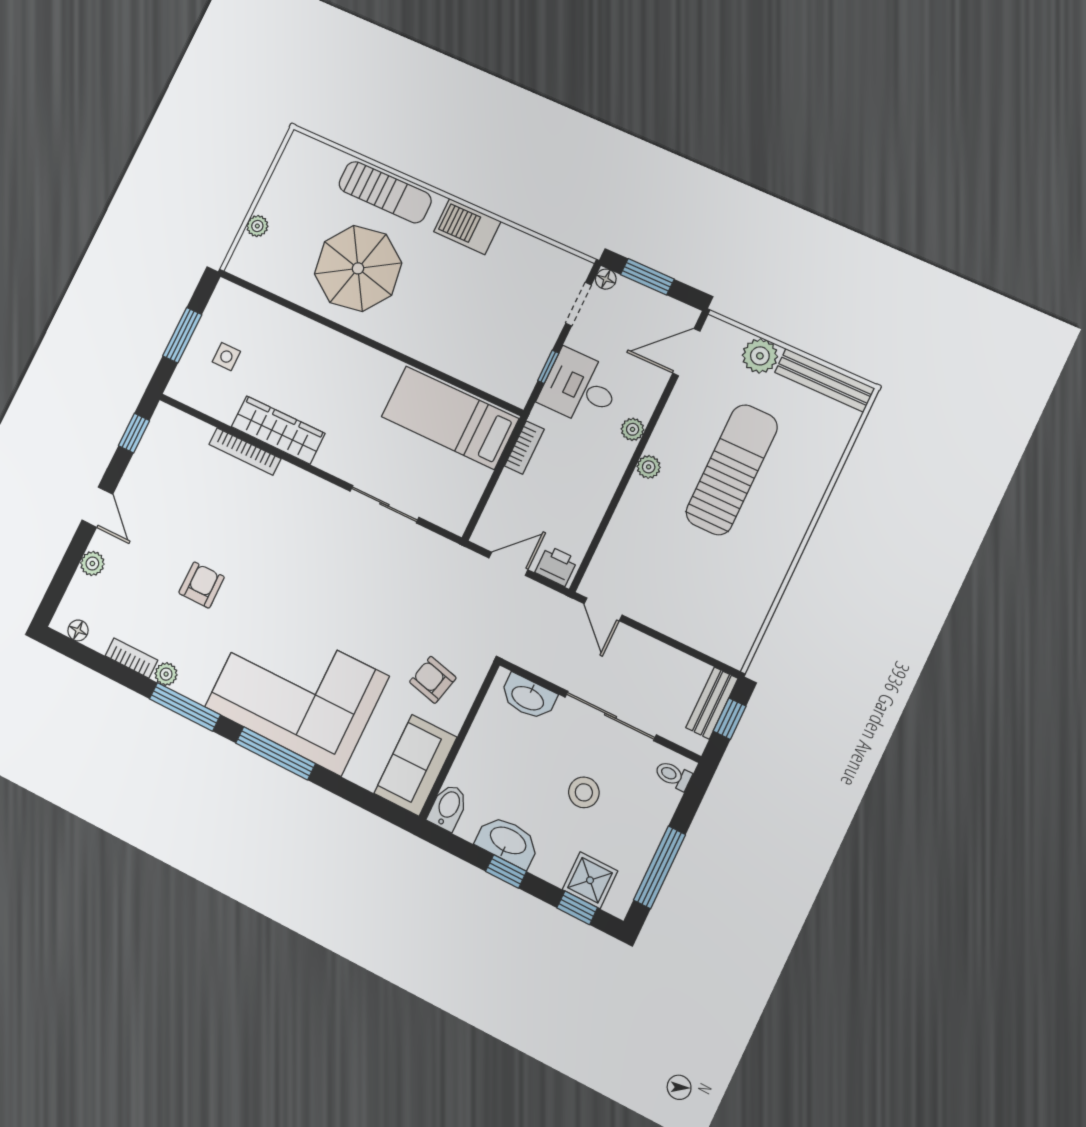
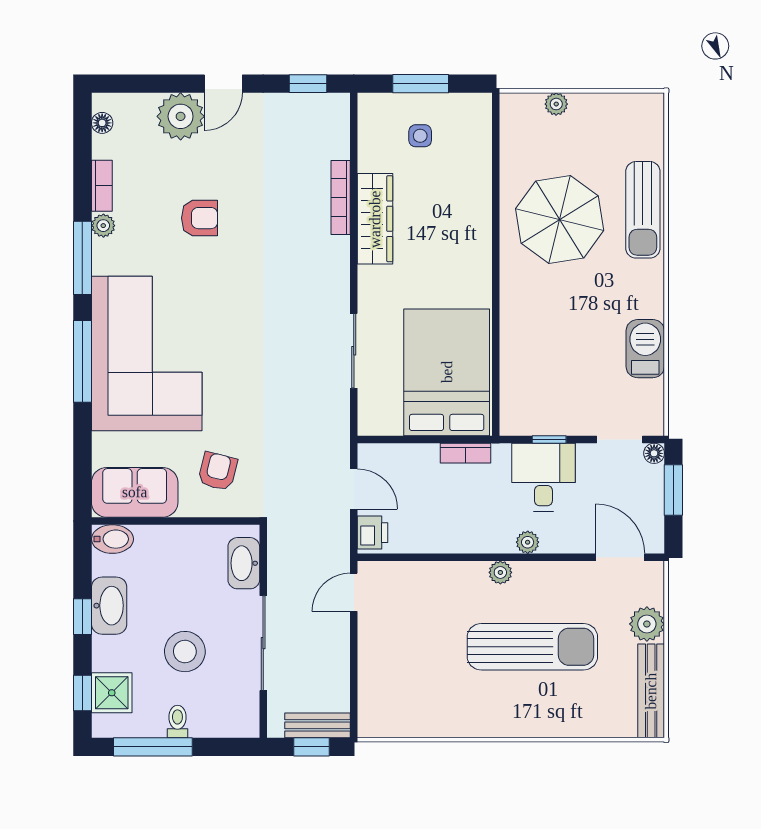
barbecue: (467, 227) -> (645, 349), moved
bed: (450, 418) -> (447, 372), width x1.50
plant: (92, 564) -> (181, 116), width x1.87, depth x1.87
toilet: (673, 775) -> (177, 721), moved
stool: (584, 792) -> (185, 652), width x1.38, depth x1.38

